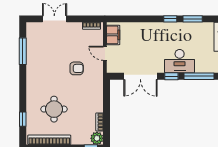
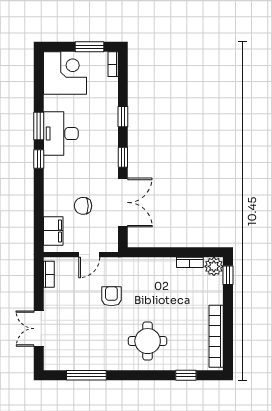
filing cabinet: (113, 35) -> (53, 231), moved, turned 90
chair: (138, 49) -> (83, 206), added
desk: (180, 61) -> (61, 134), moved, turned 180
window: (199, 76) -> (123, 117), width x0.46
round table: (54, 109) -> (148, 341), moved

